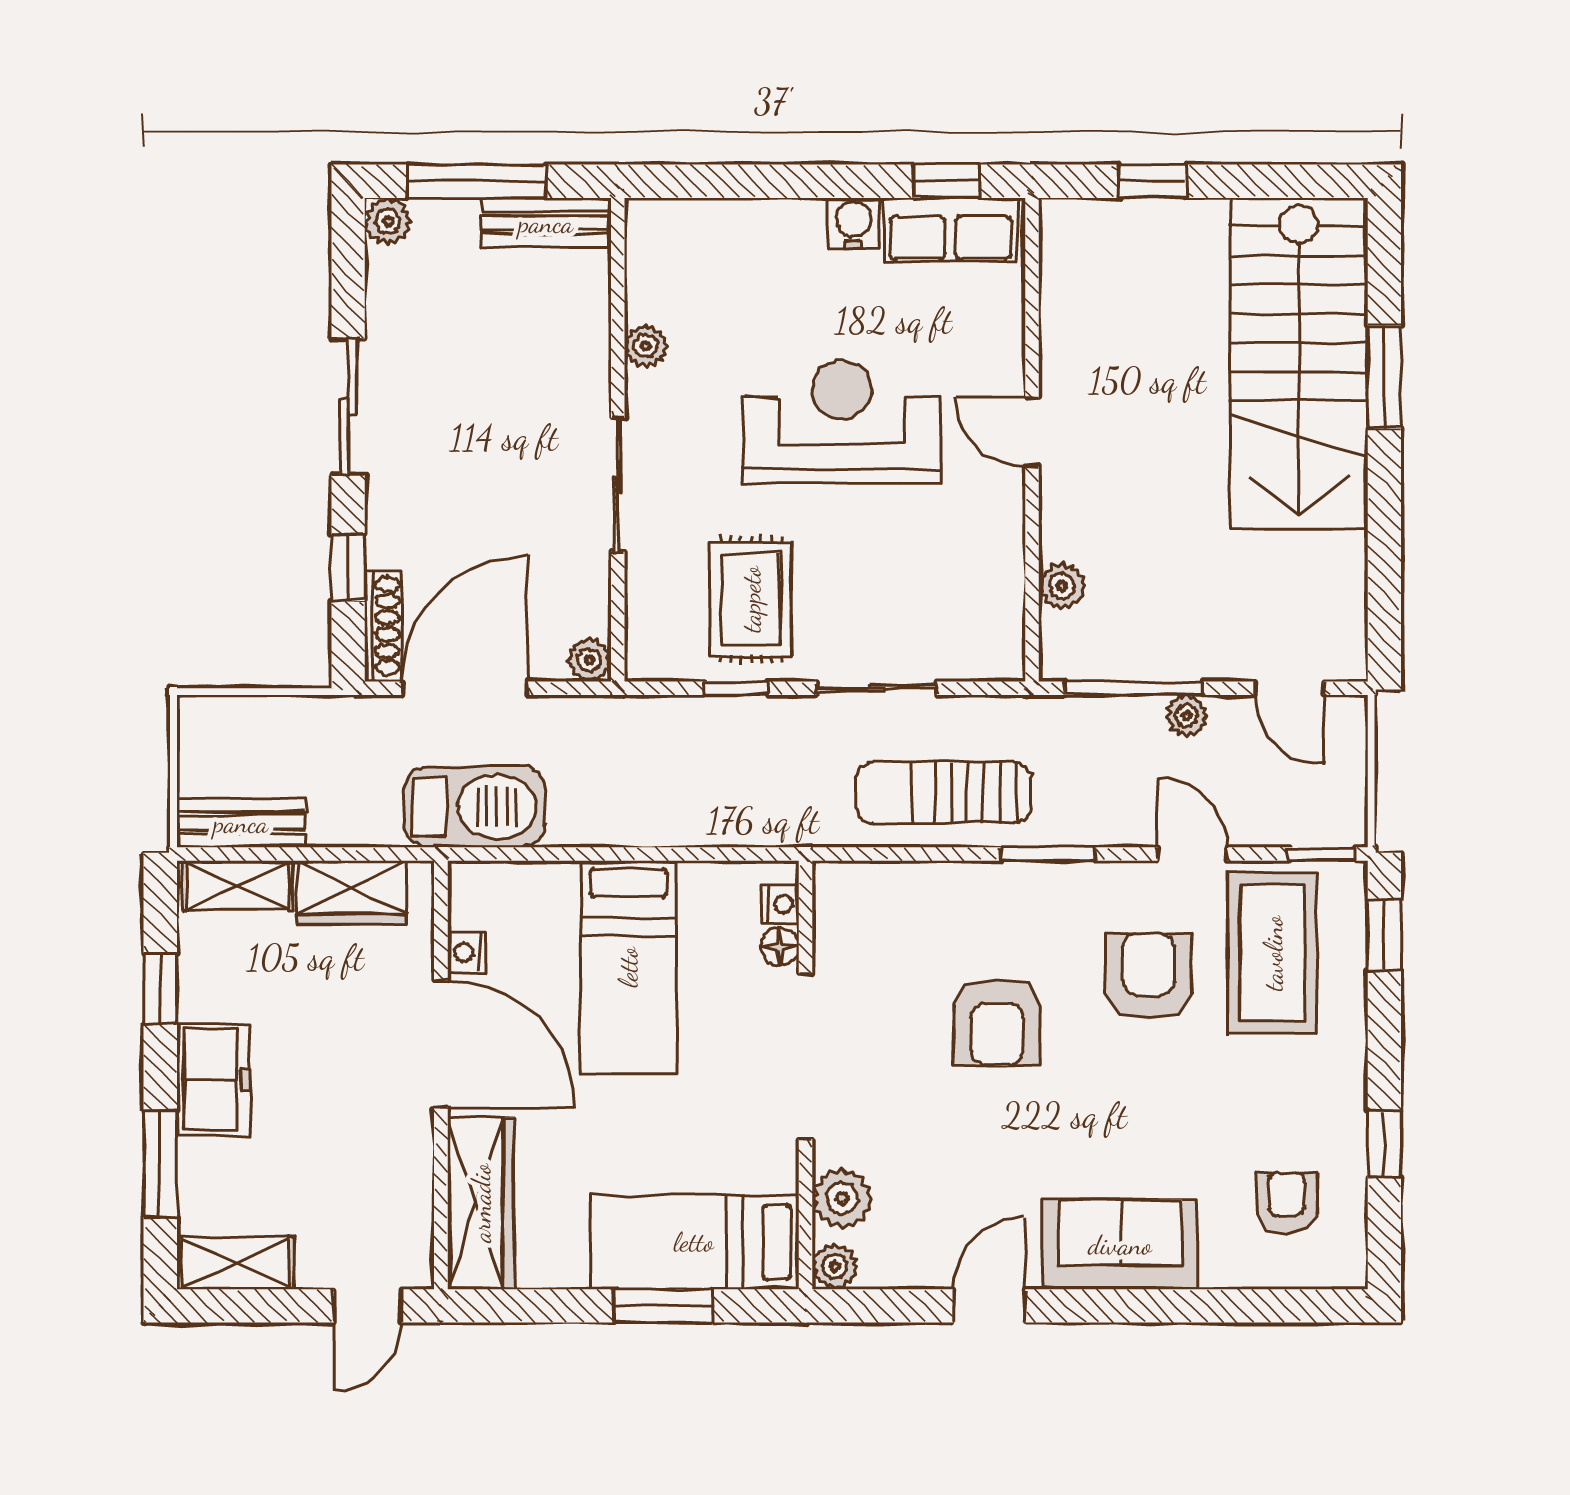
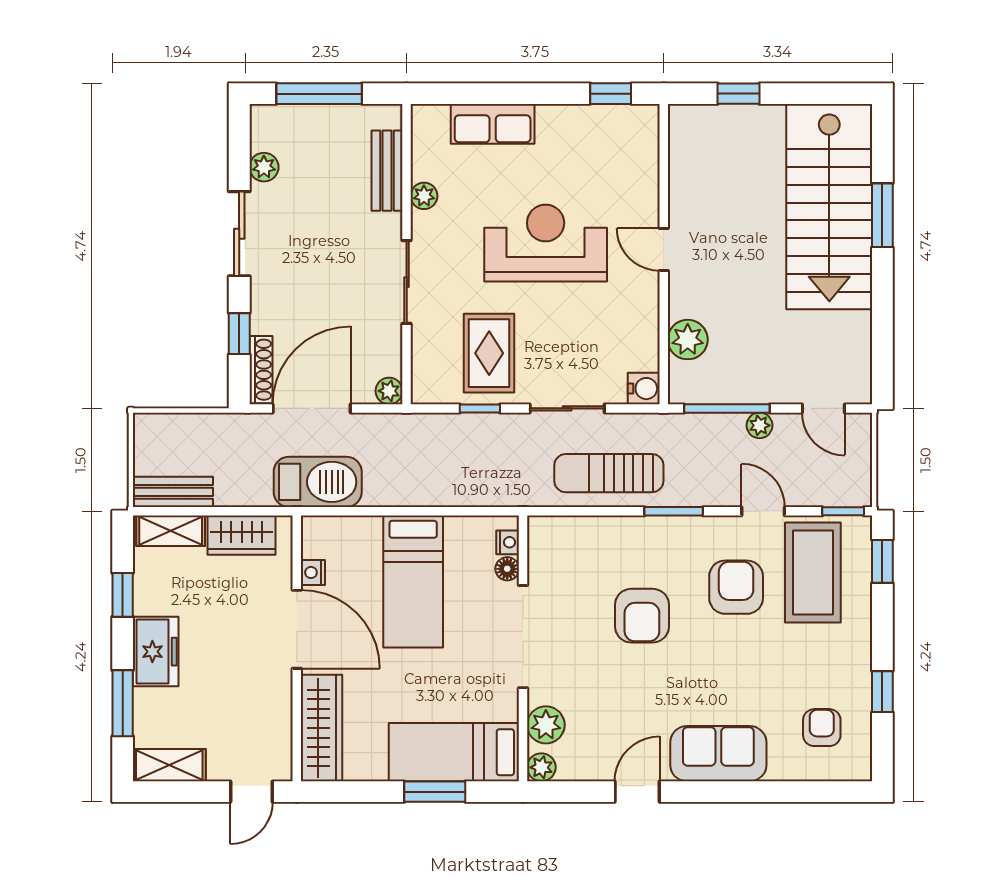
plant: (388, 221) -> (264, 167), moved
bench: (546, 223) -> (387, 171), moved, turned 90
water cooler: (853, 223) -> (644, 389), moved, turned 90
row of seats: (951, 230) -> (493, 124), moved
plant: (1062, 586) -> (688, 340), width x1.38, depth x1.38

